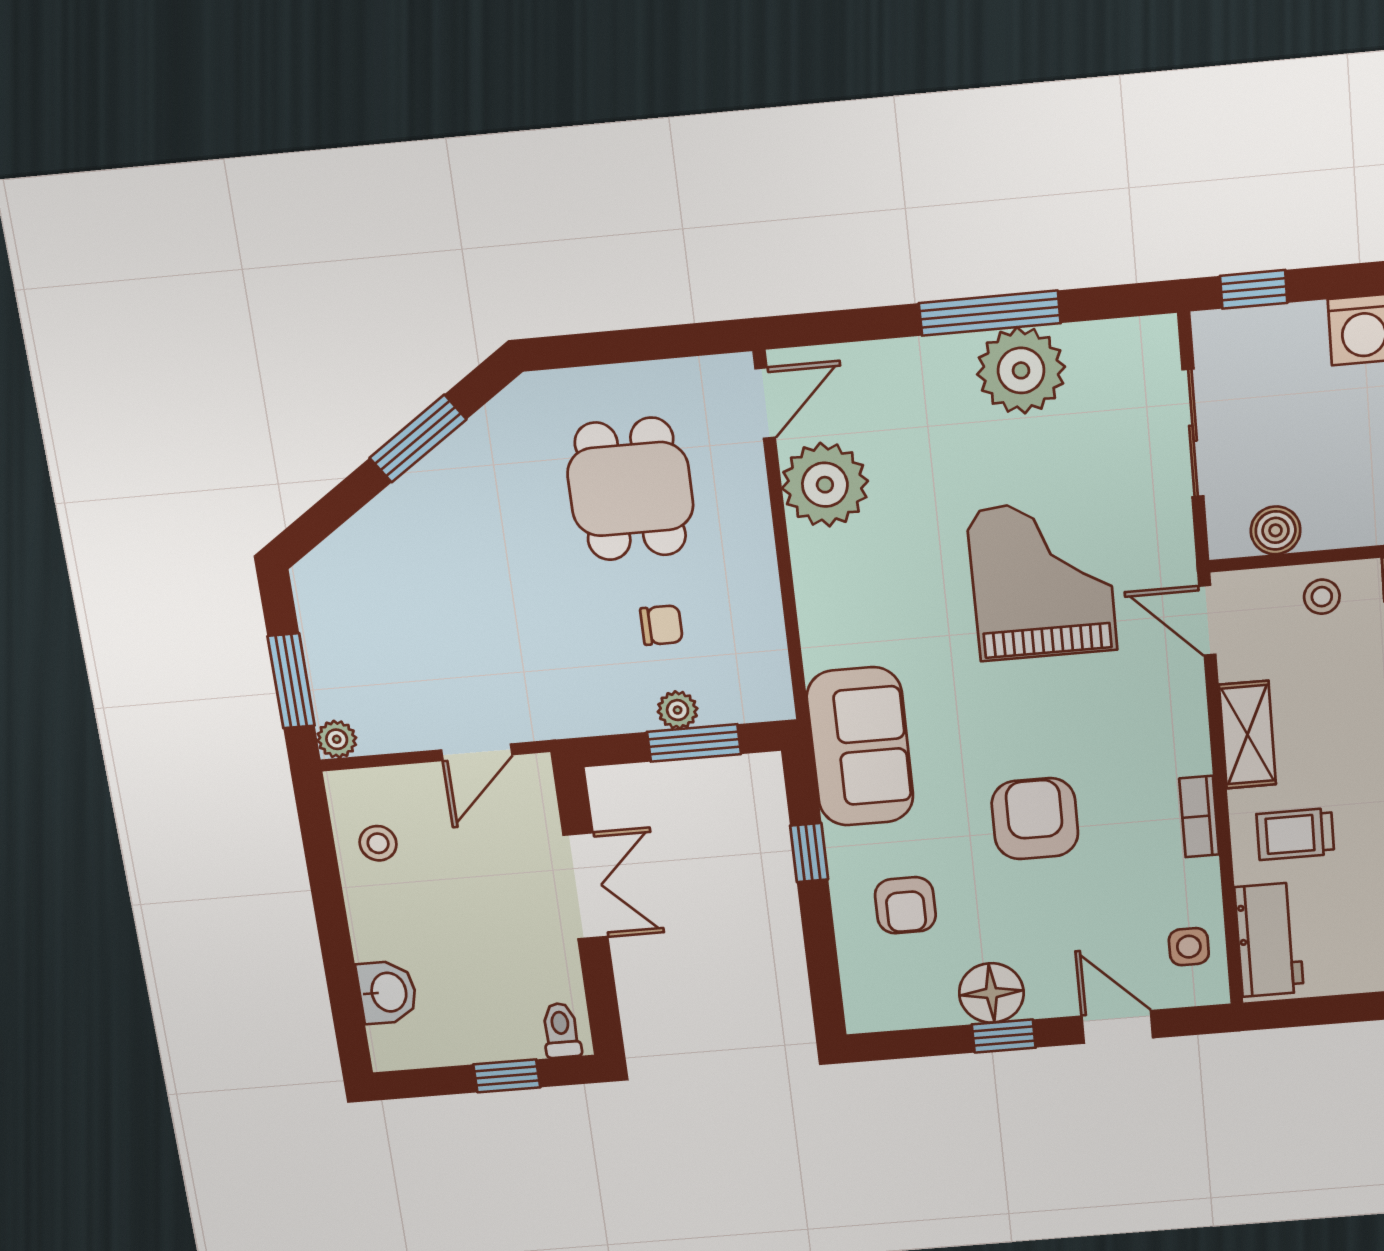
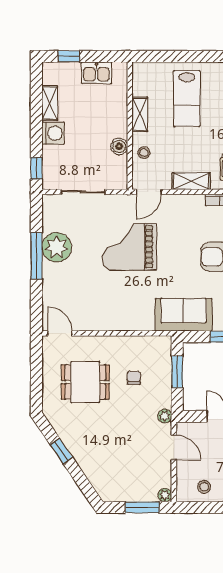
window: (418, 439) -> (61, 451), width x0.67
plant: (825, 485) -> (90, 317), removed
boiler: (1276, 530) -> (119, 146), moved
plant: (678, 710) -> (165, 416), moved

